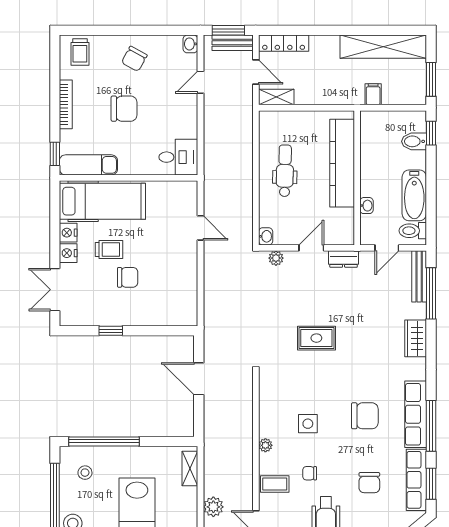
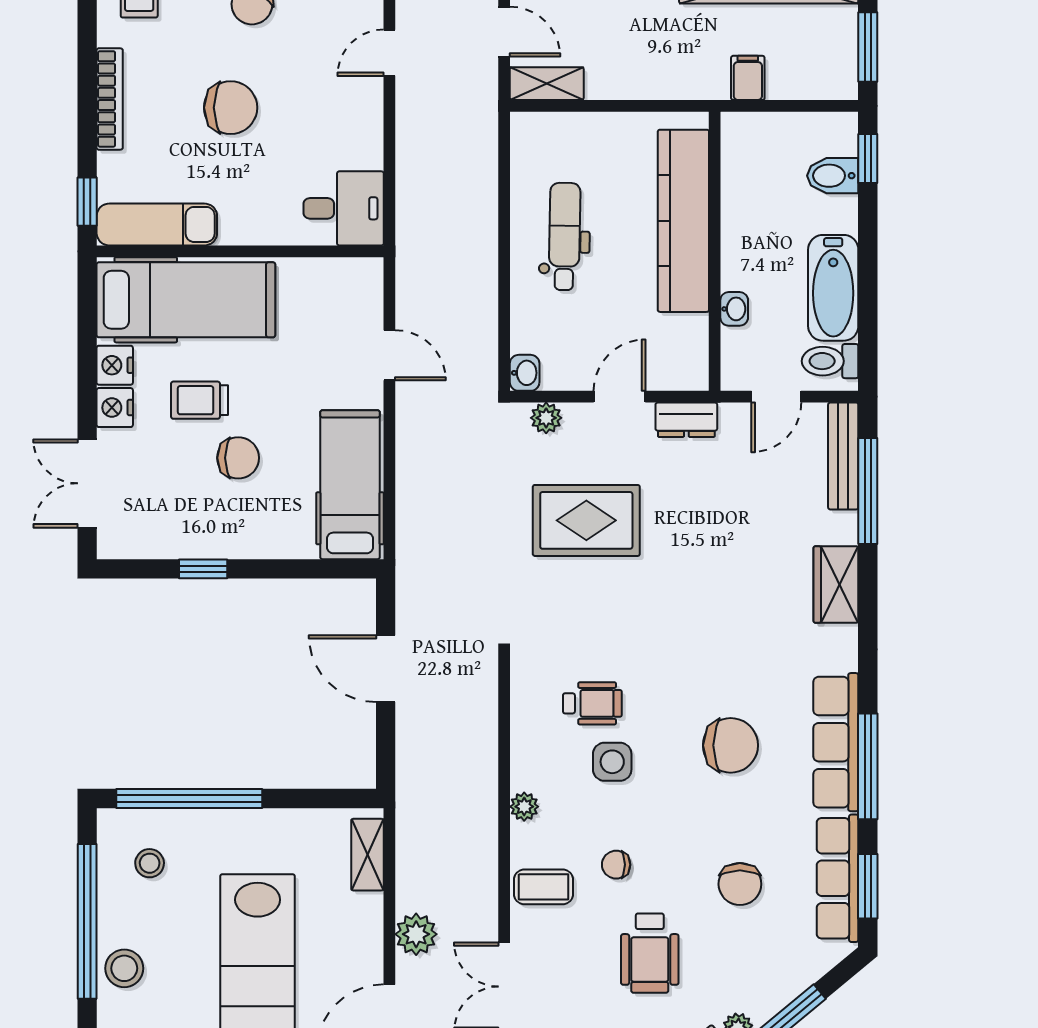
trolley: (109, 250) -> (199, 400), turned 180
hospital bed: (181, 290) -> (350, 485), added
rug: (316, 338) -> (586, 520), moved, width x1.36, depth x1.43
wheelchair: (298, 396) -> (592, 703), added

